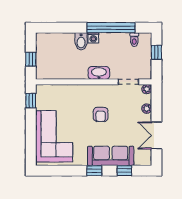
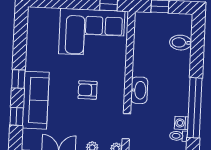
washing machine: (93, 38) -> (181, 123), moved
bidet: (81, 41) -> (181, 43), moved
corner sofa: (54, 136) -> (92, 32), moved

